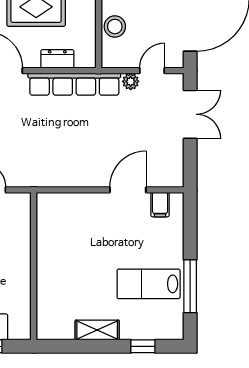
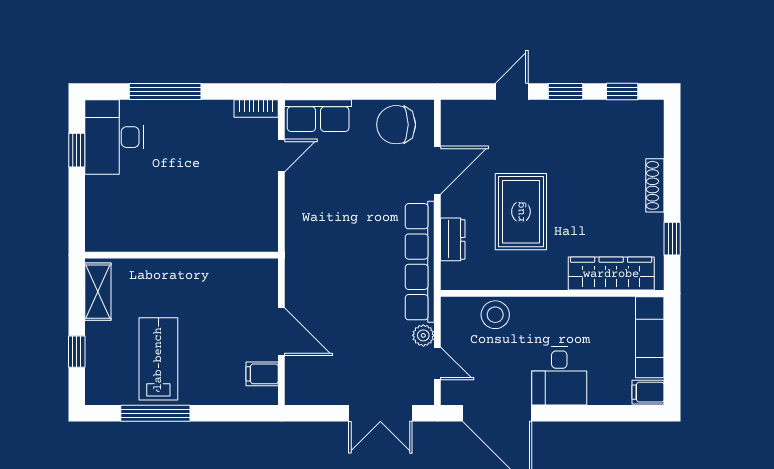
wall: (34, 266) -> (182, 255), moved

